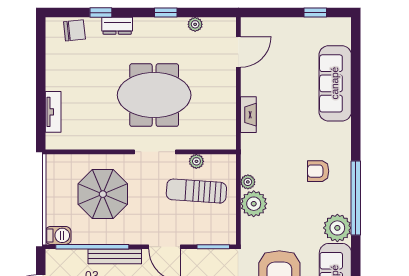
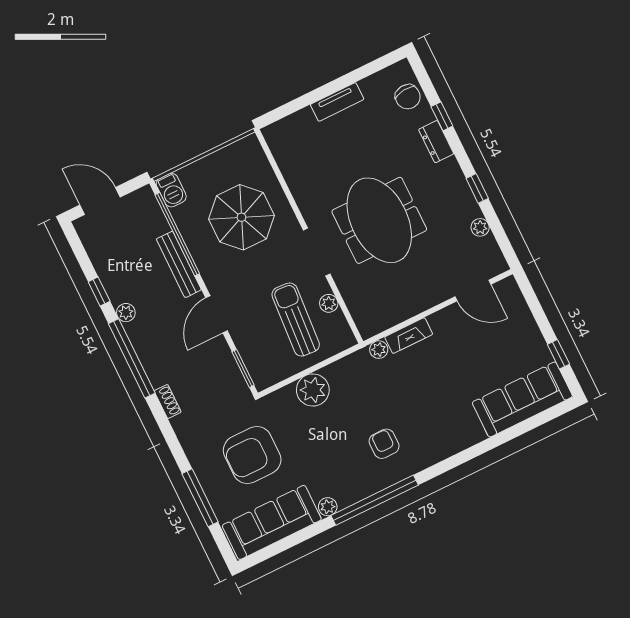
sofa: (335, 83) -> (522, 399), moved
tv unit: (53, 112) -> (337, 102), moved
plant: (248, 182) -> (379, 350), moved
plant: (337, 228) -> (328, 507), width x0.53, depth x0.53

